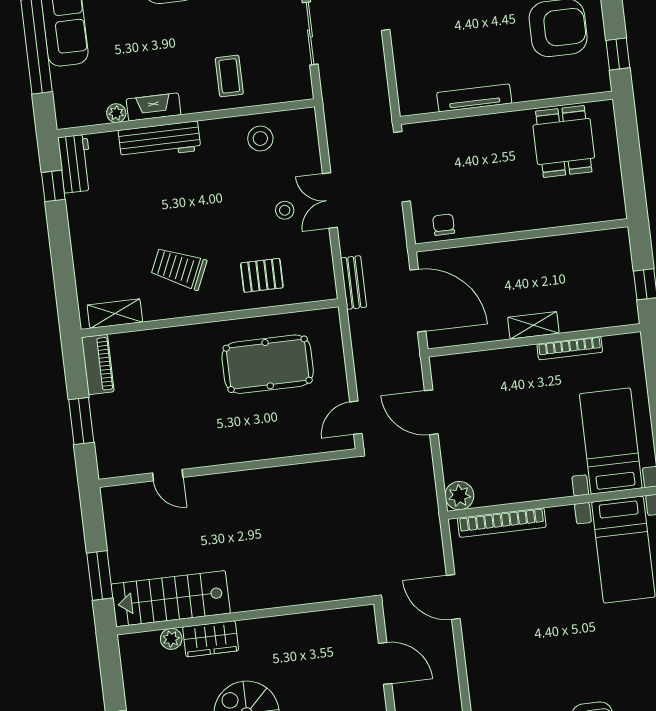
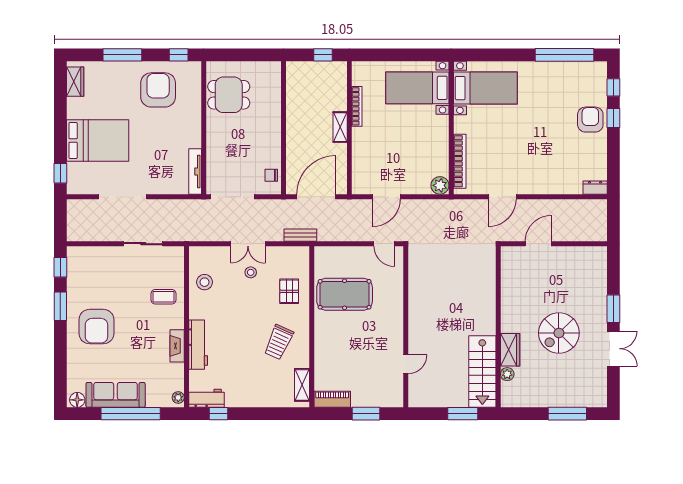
tv unit: (474, 98) -> (195, 172), moved
plant: (116, 113) -> (178, 397), moved
pool table: (268, 364) -> (345, 294), turned 90

